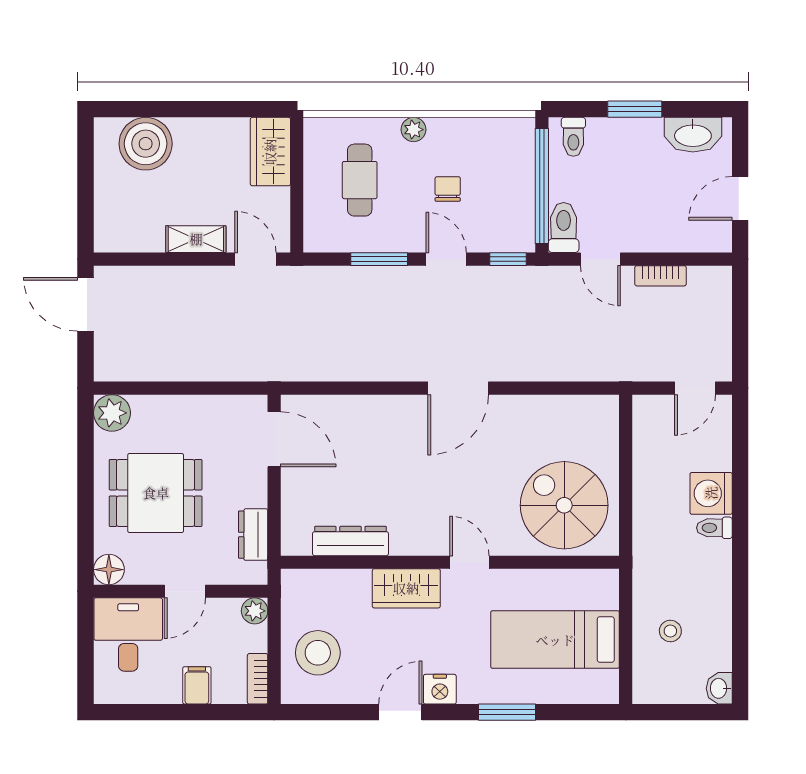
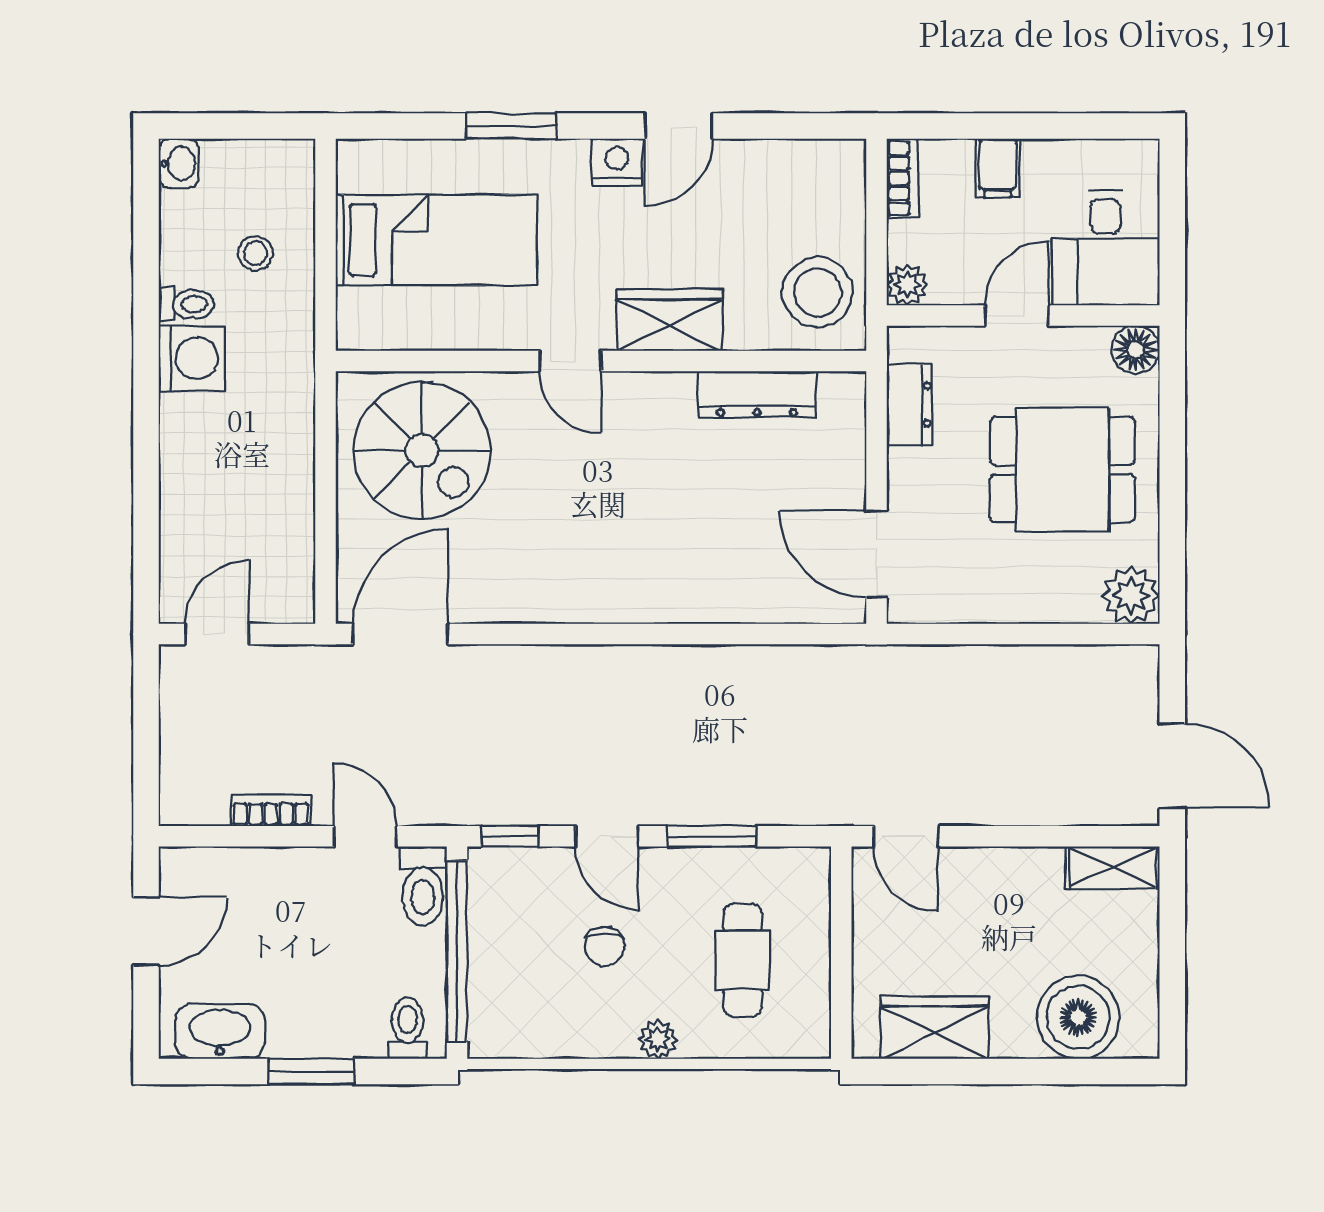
wardrobe: (270, 152) -> (935, 1028), moved, turned -90
shelving: (196, 239) -> (1113, 868), moved
door: (458, 388) -> (400, 634), moved
washing machine: (711, 493) -> (192, 358), moved
toilet: (714, 528) -> (186, 304), moved
stool: (318, 653) -> (817, 292), moved

